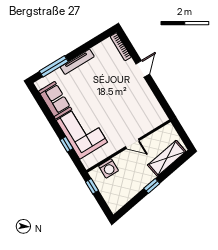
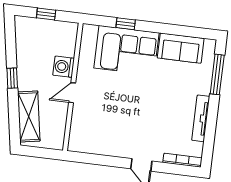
tv unit: (77, 62) -> (201, 118), moved
washing machine: (109, 168) -> (64, 67), moved
window: (92, 186) -> (46, 14), moved

